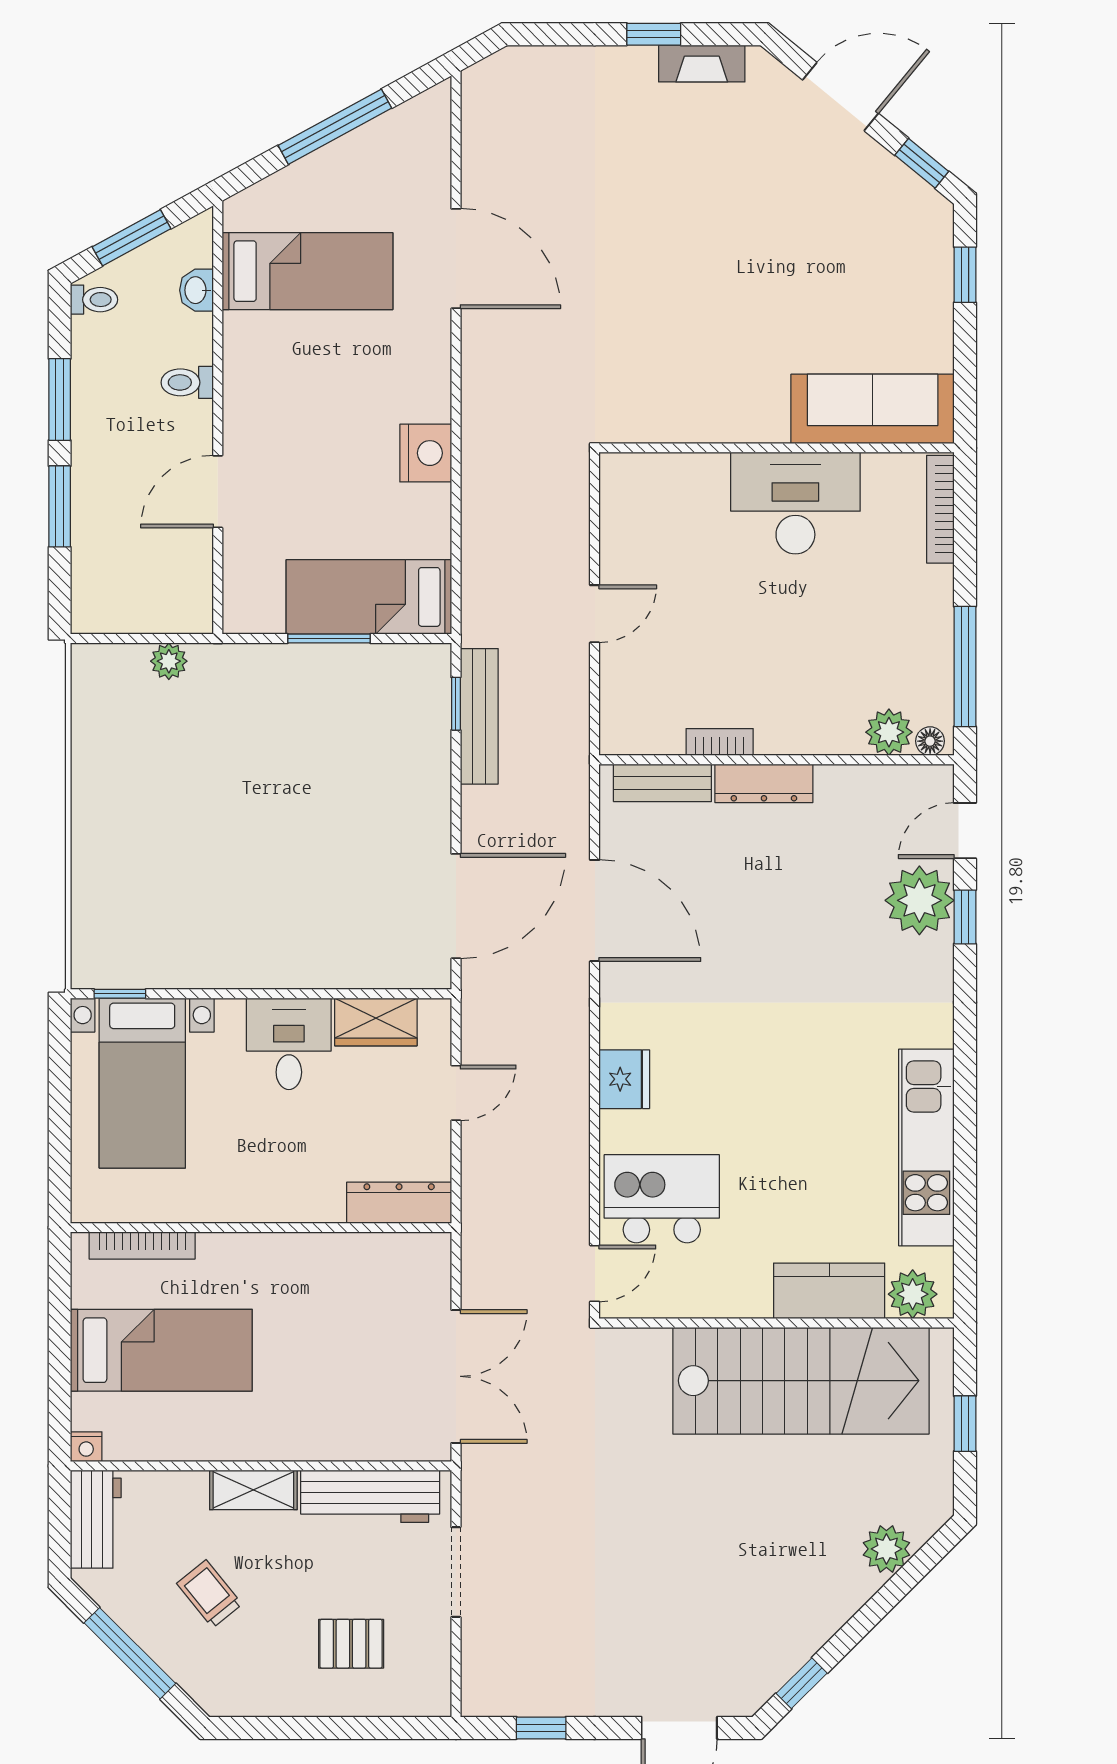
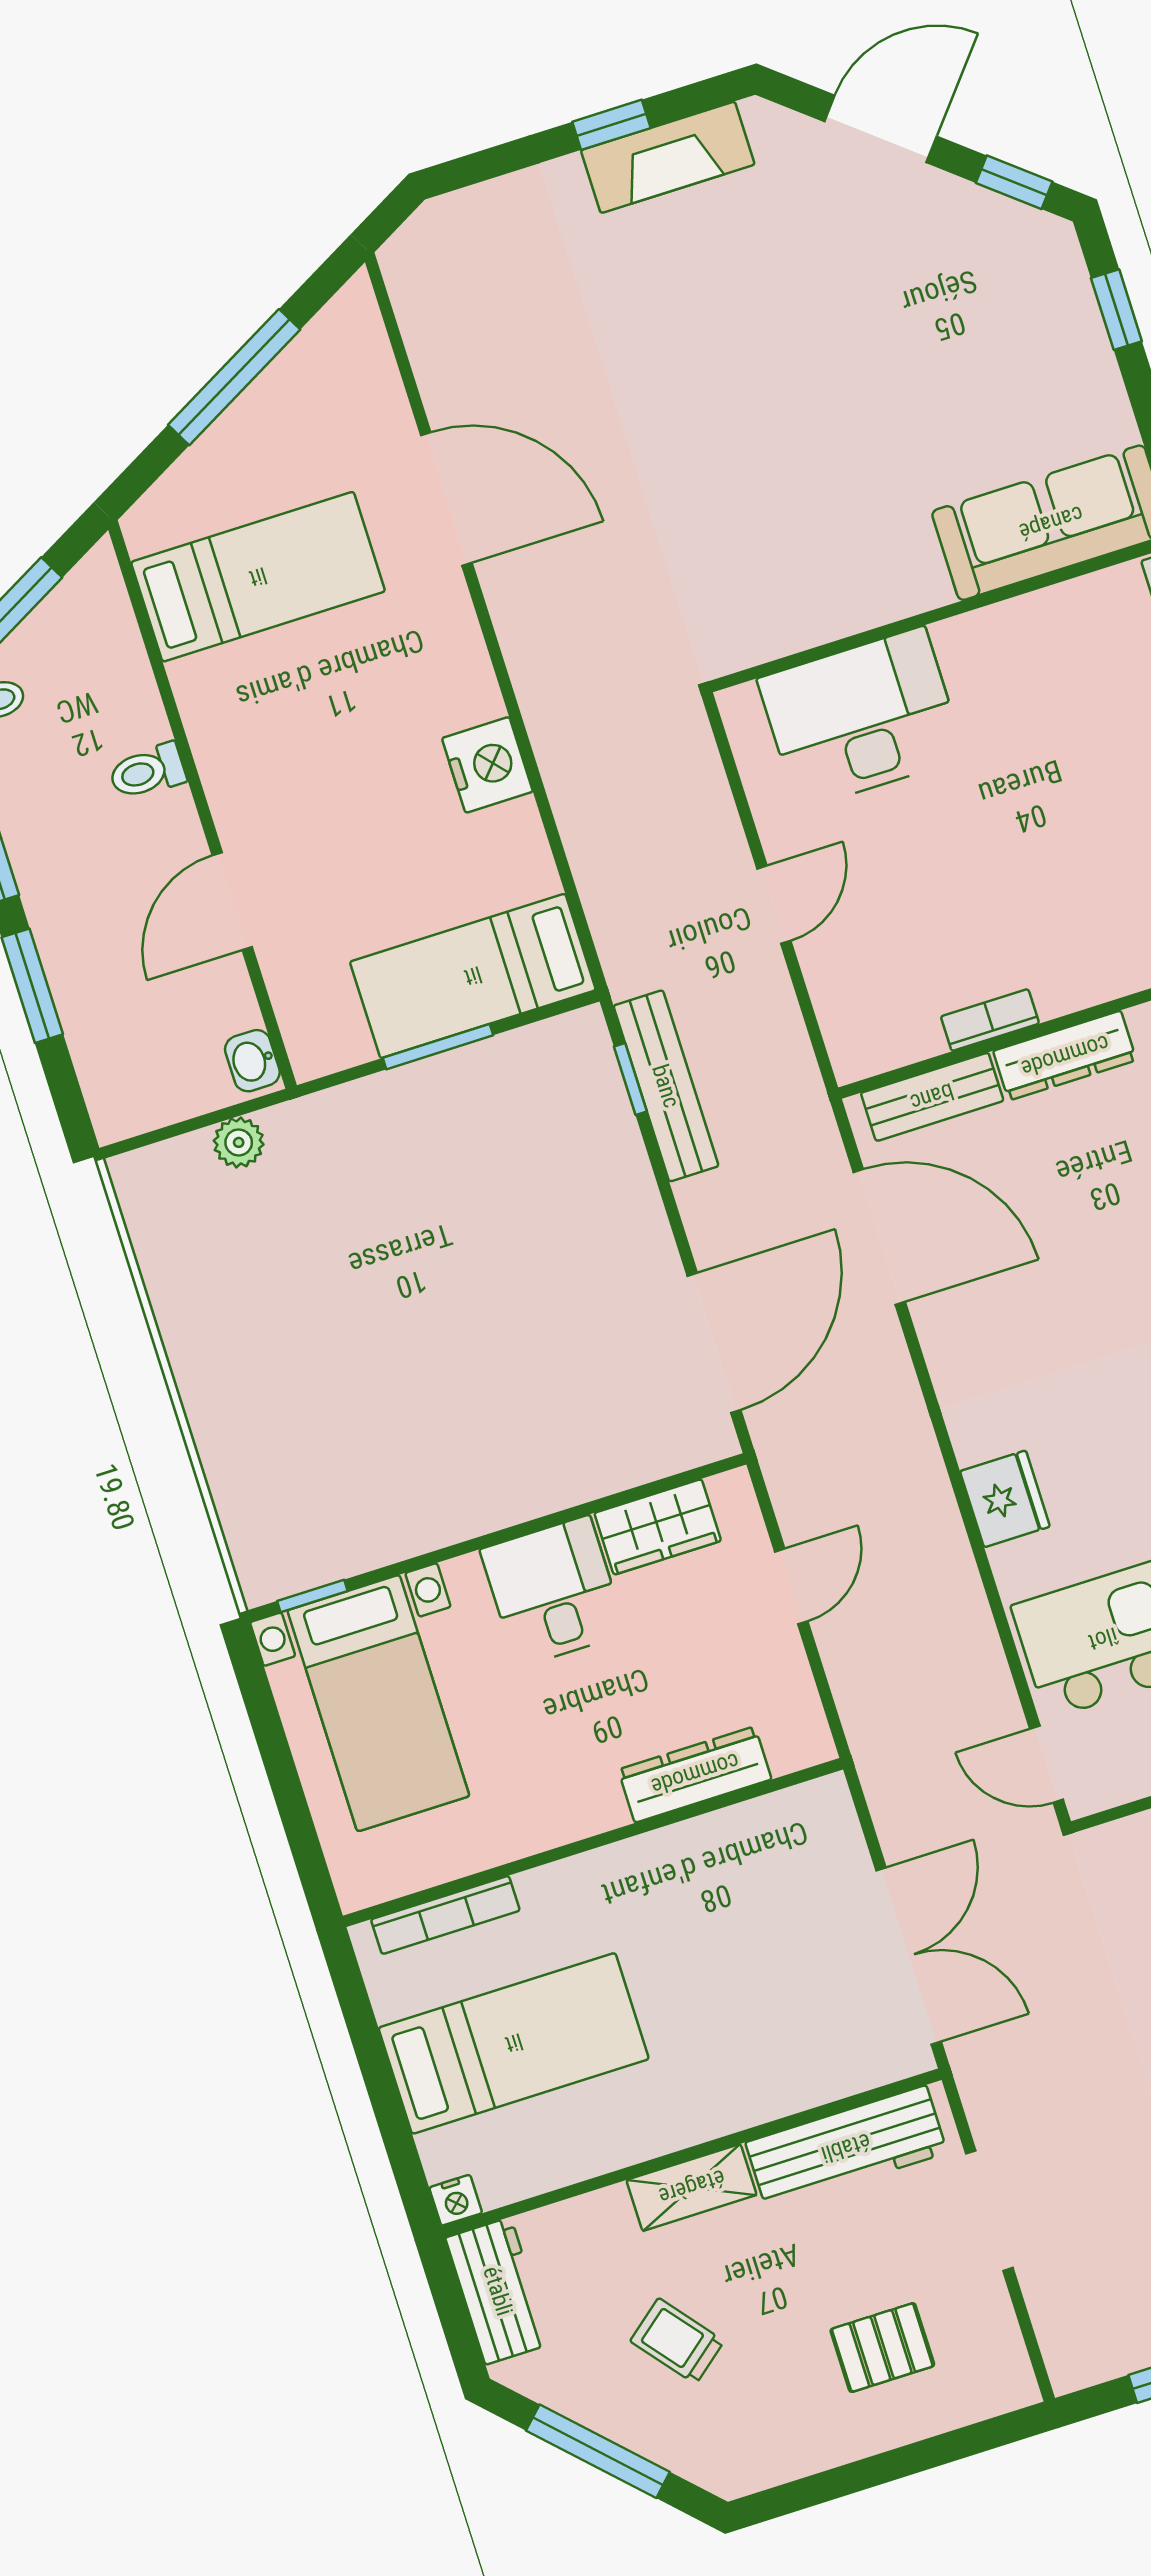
fireplace: (702, 64) -> (668, 157), width x1.37, depth x1.32
washbasin: (196, 290) -> (252, 1061), moved
desk: (795, 503) -> (861, 718), moved
door: (595, 911) -> (879, 1237), moved
dresser: (399, 1203) -> (695, 1774), moved
door: (595, 1273) -> (1047, 1764), swing flipped

